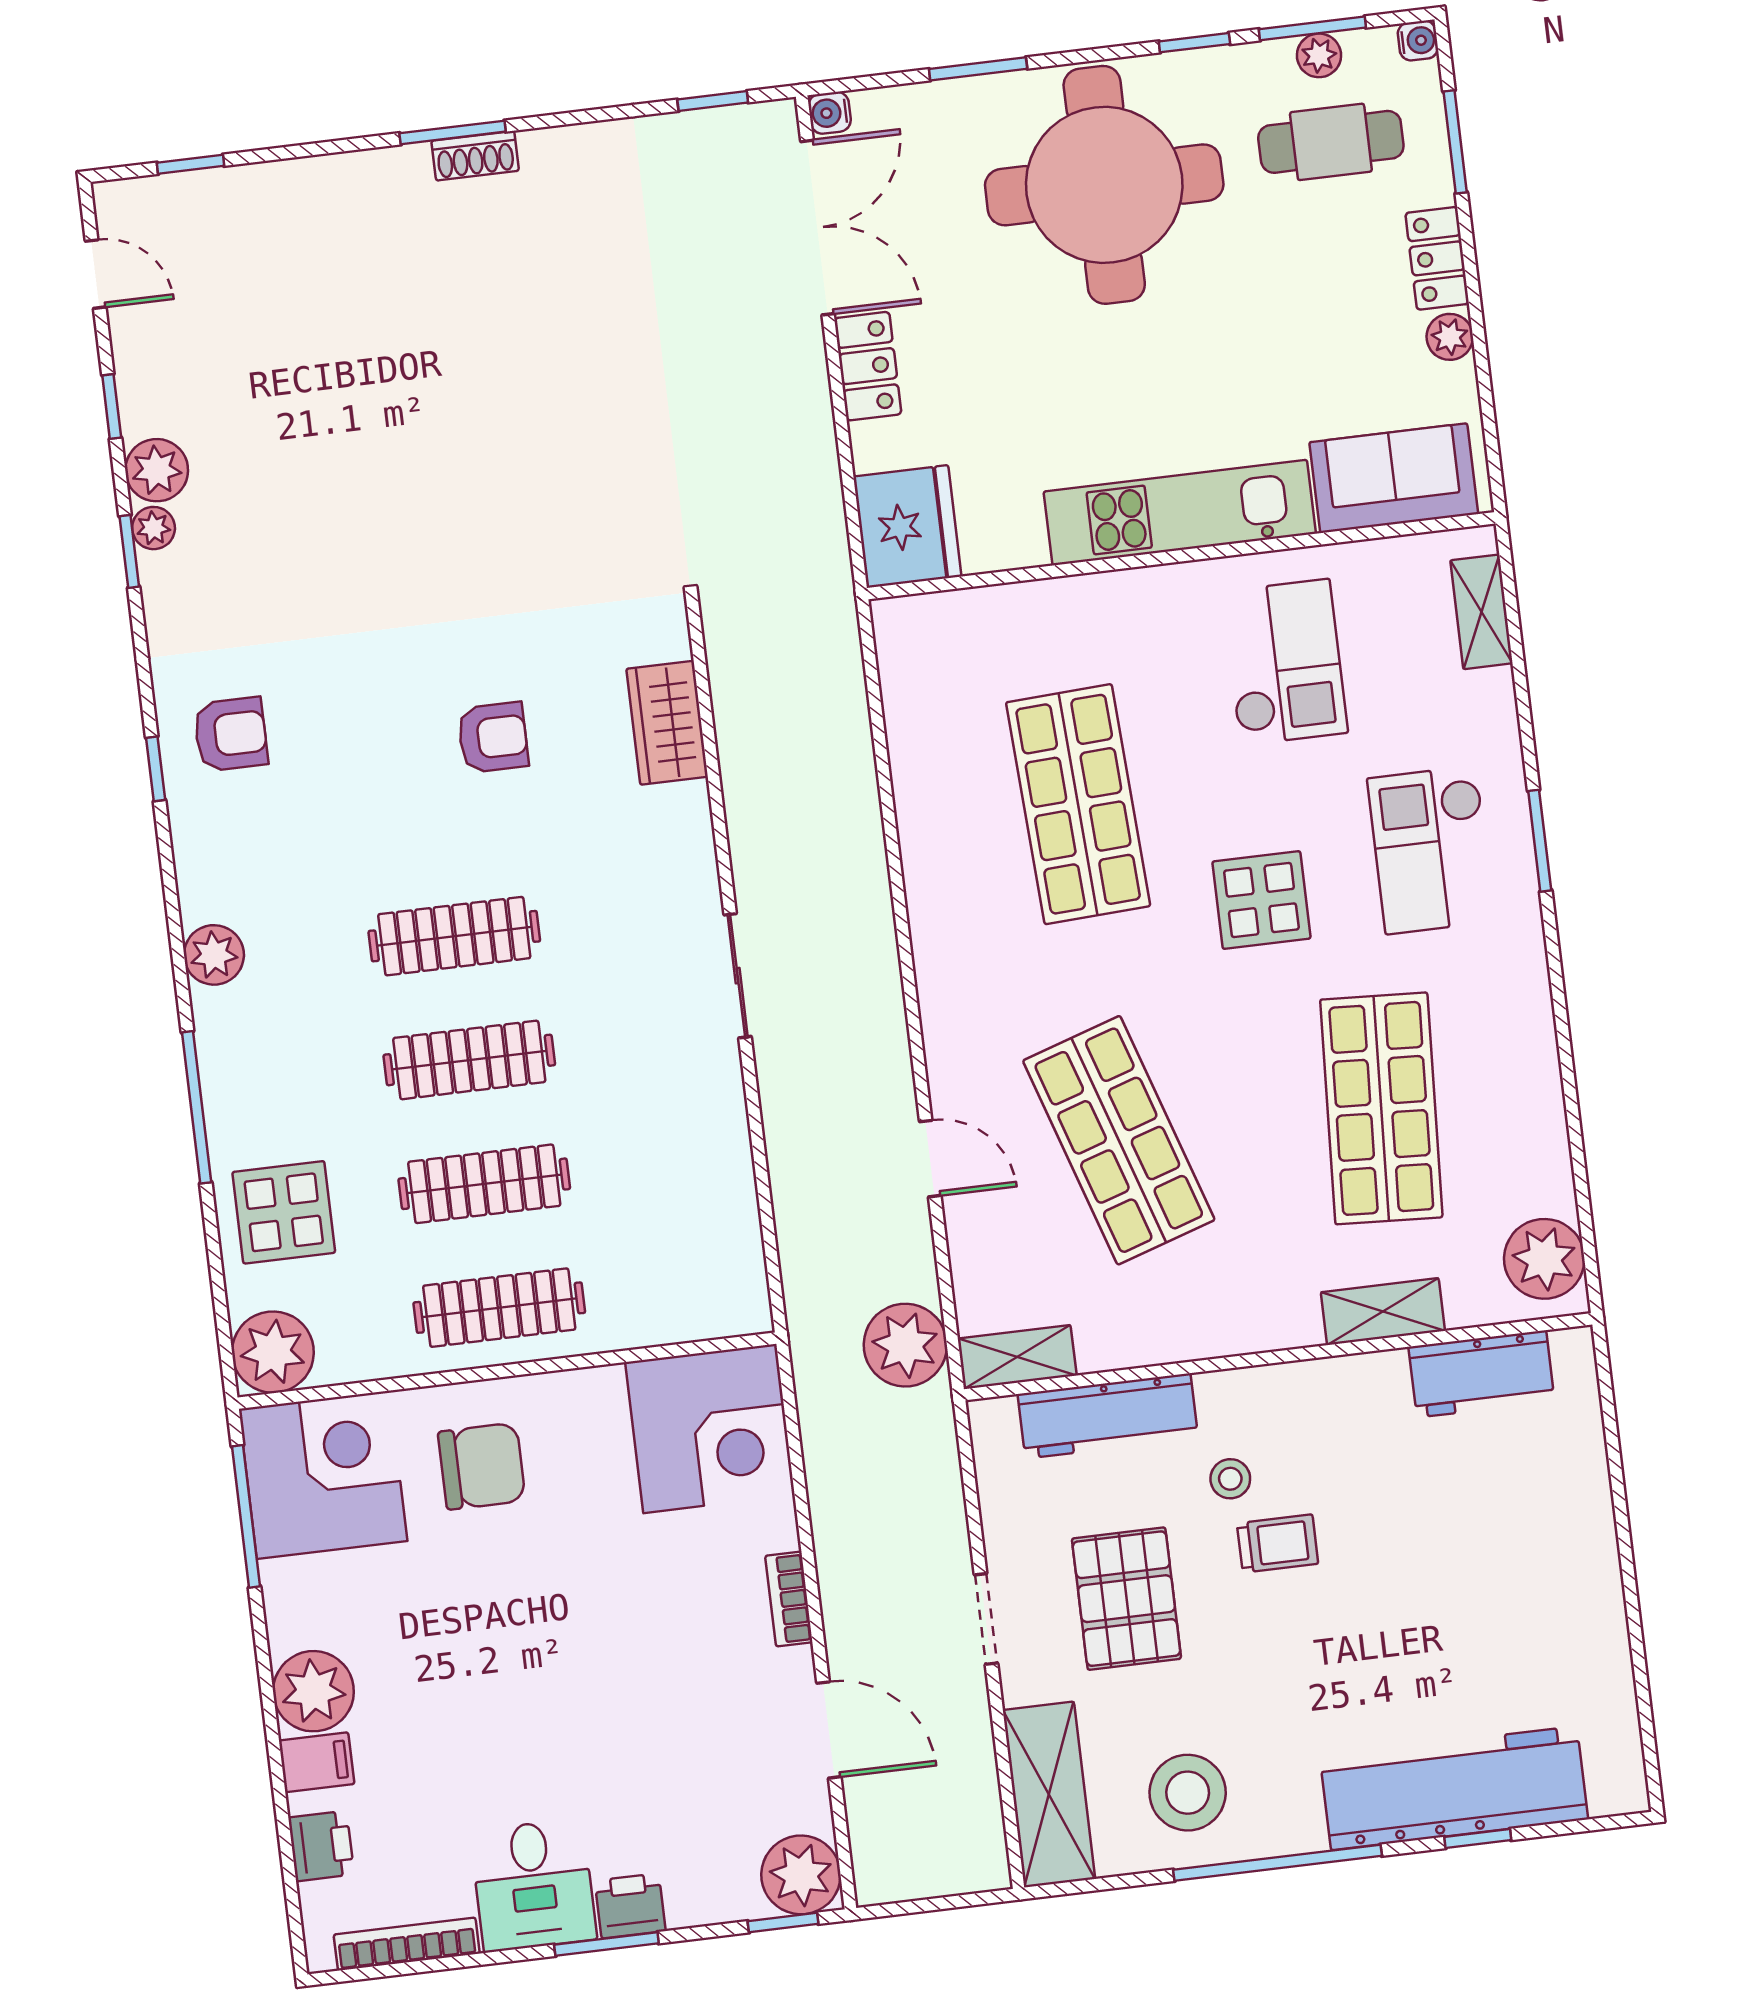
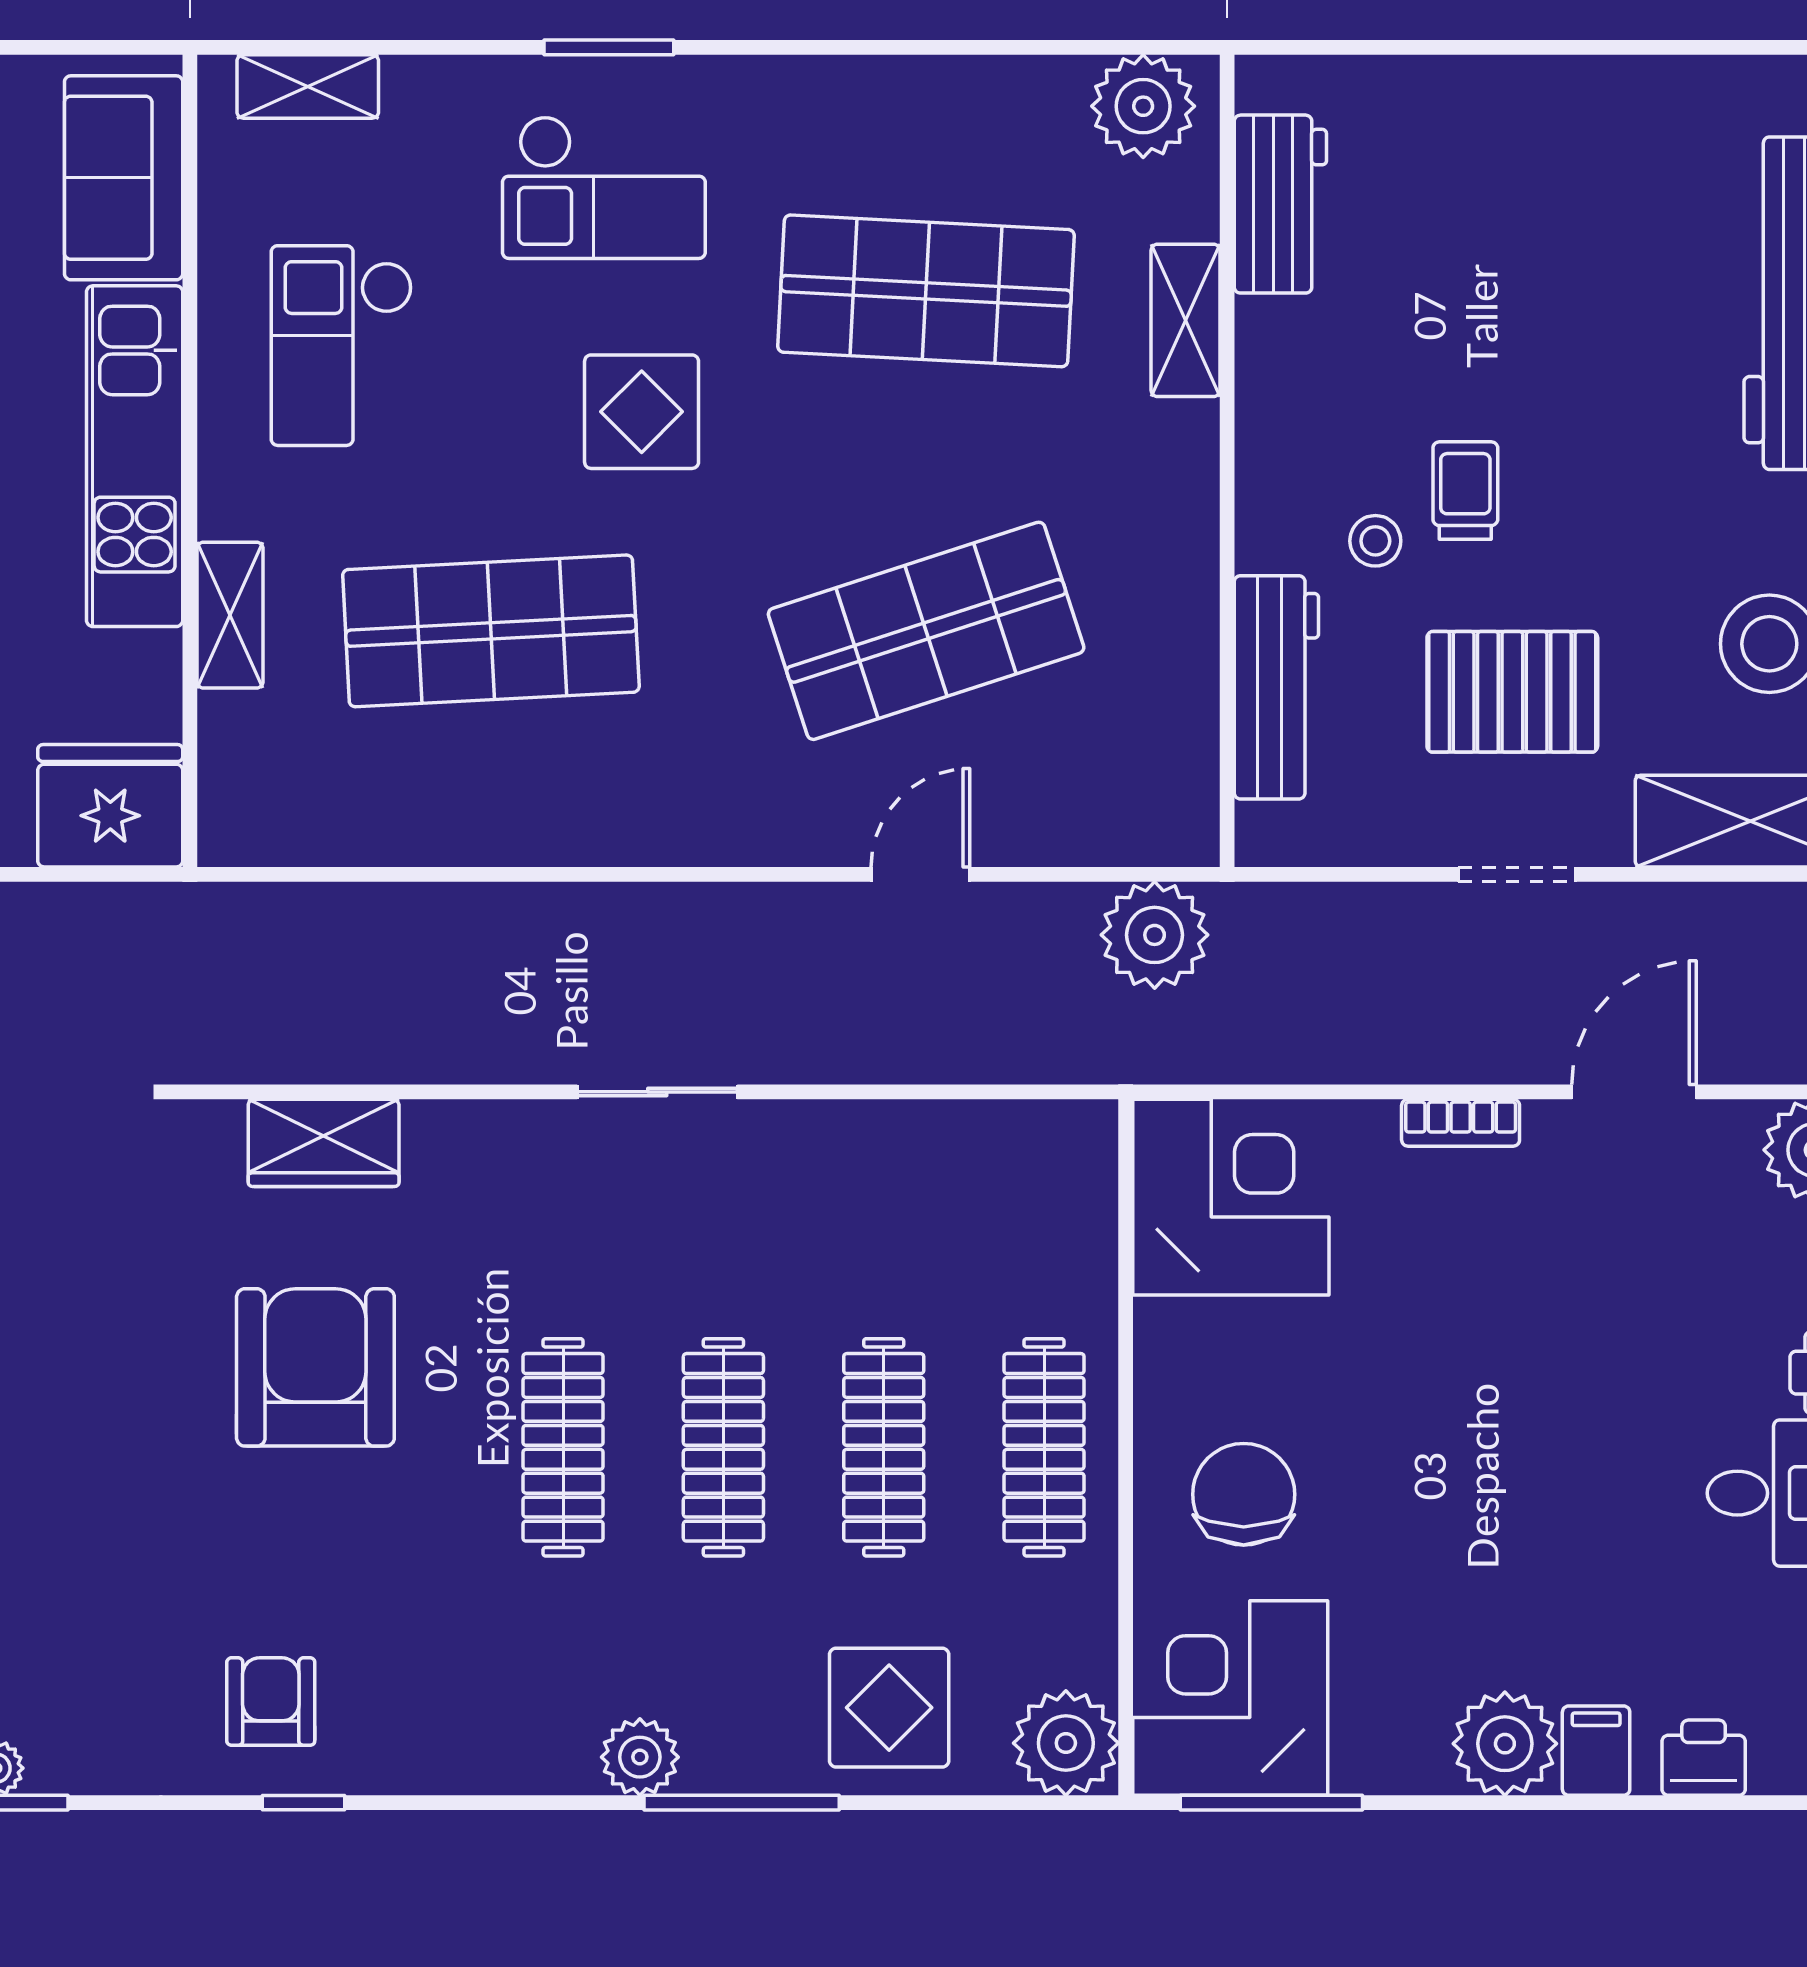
checkout: (1285, 662) -> (342, 346), turned -90
armchair: (493, 737) -> (315, 1367), width x1.88, depth x1.88
plant: (214, 955) -> (640, 1757), moved
shelving: (1017, 1357) -> (230, 615), moved

